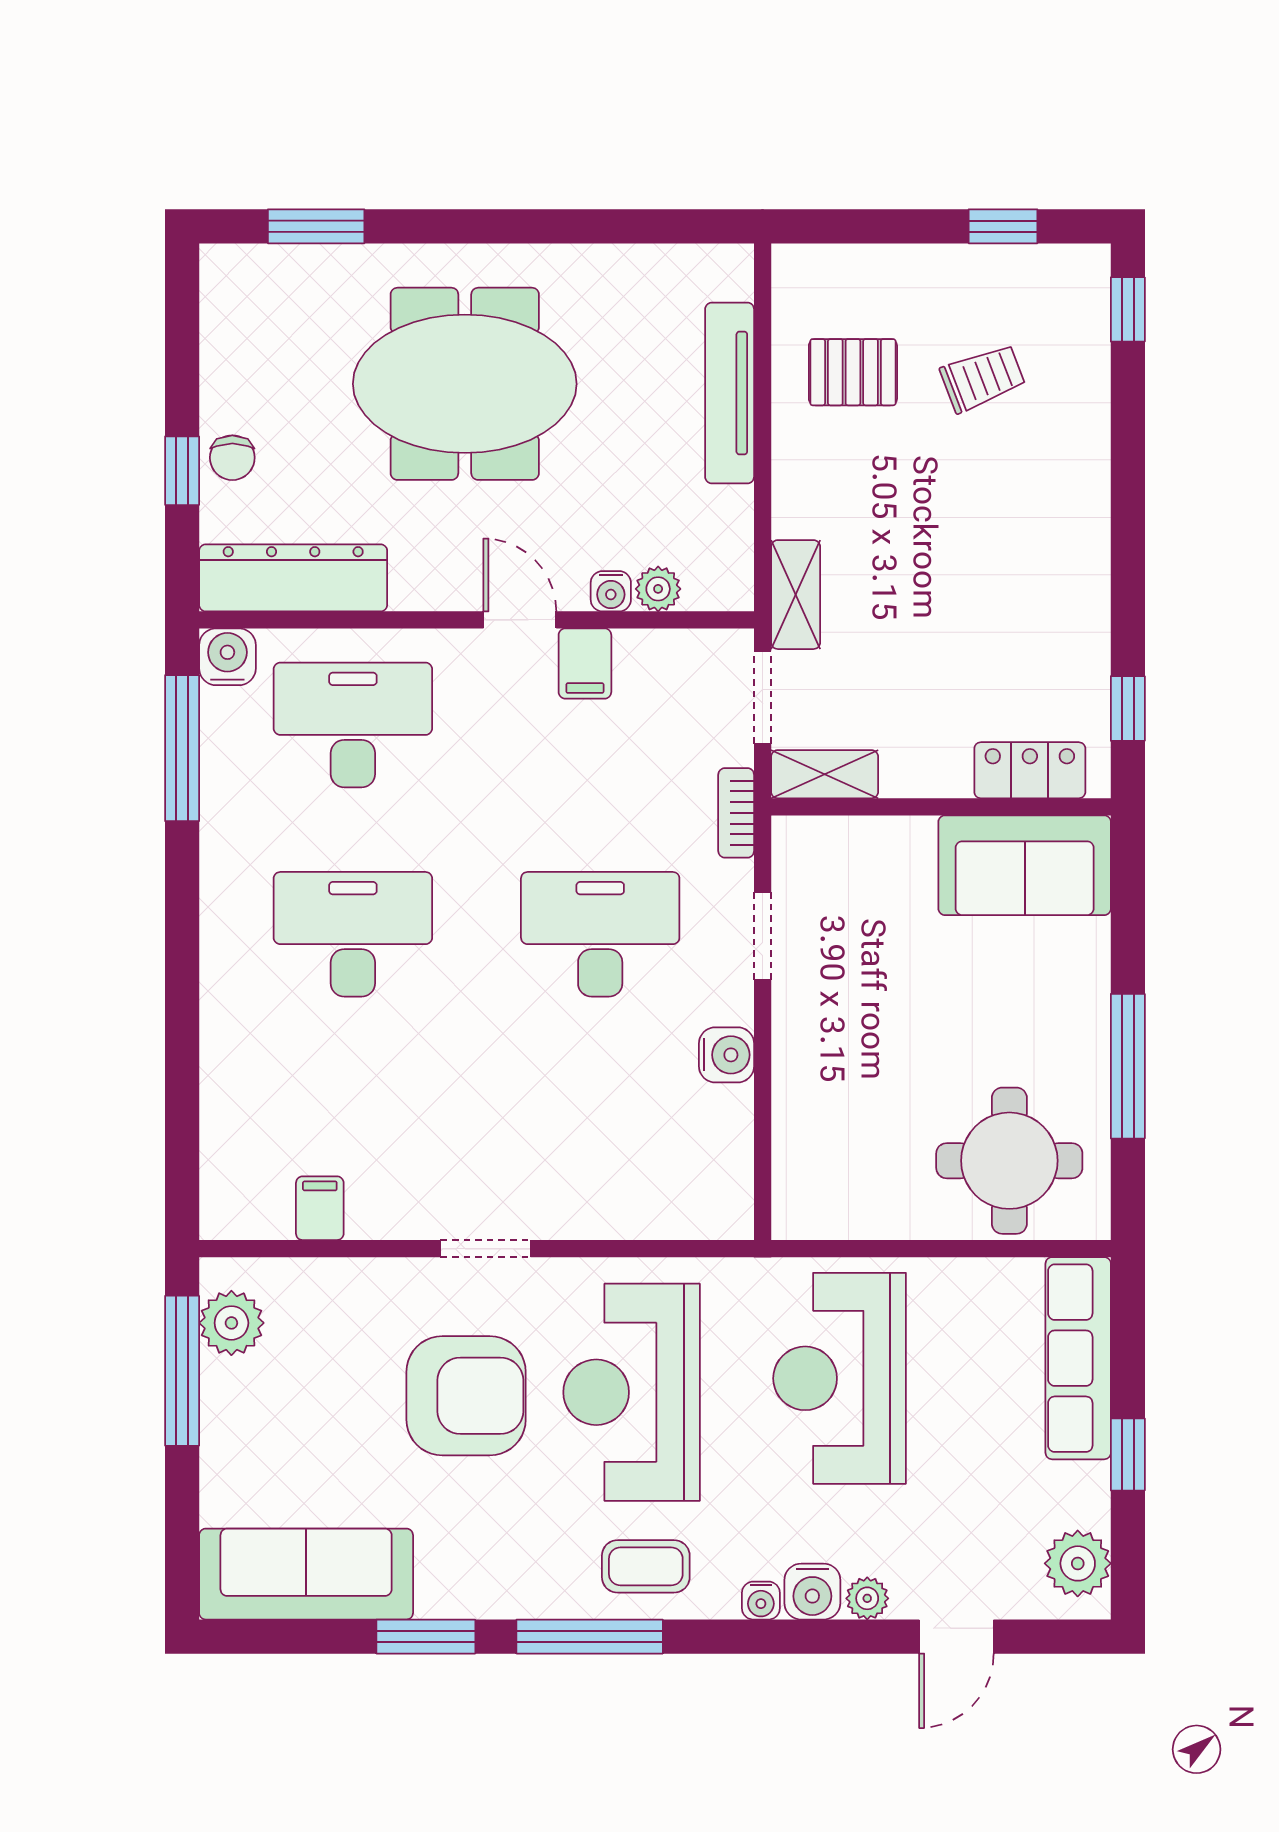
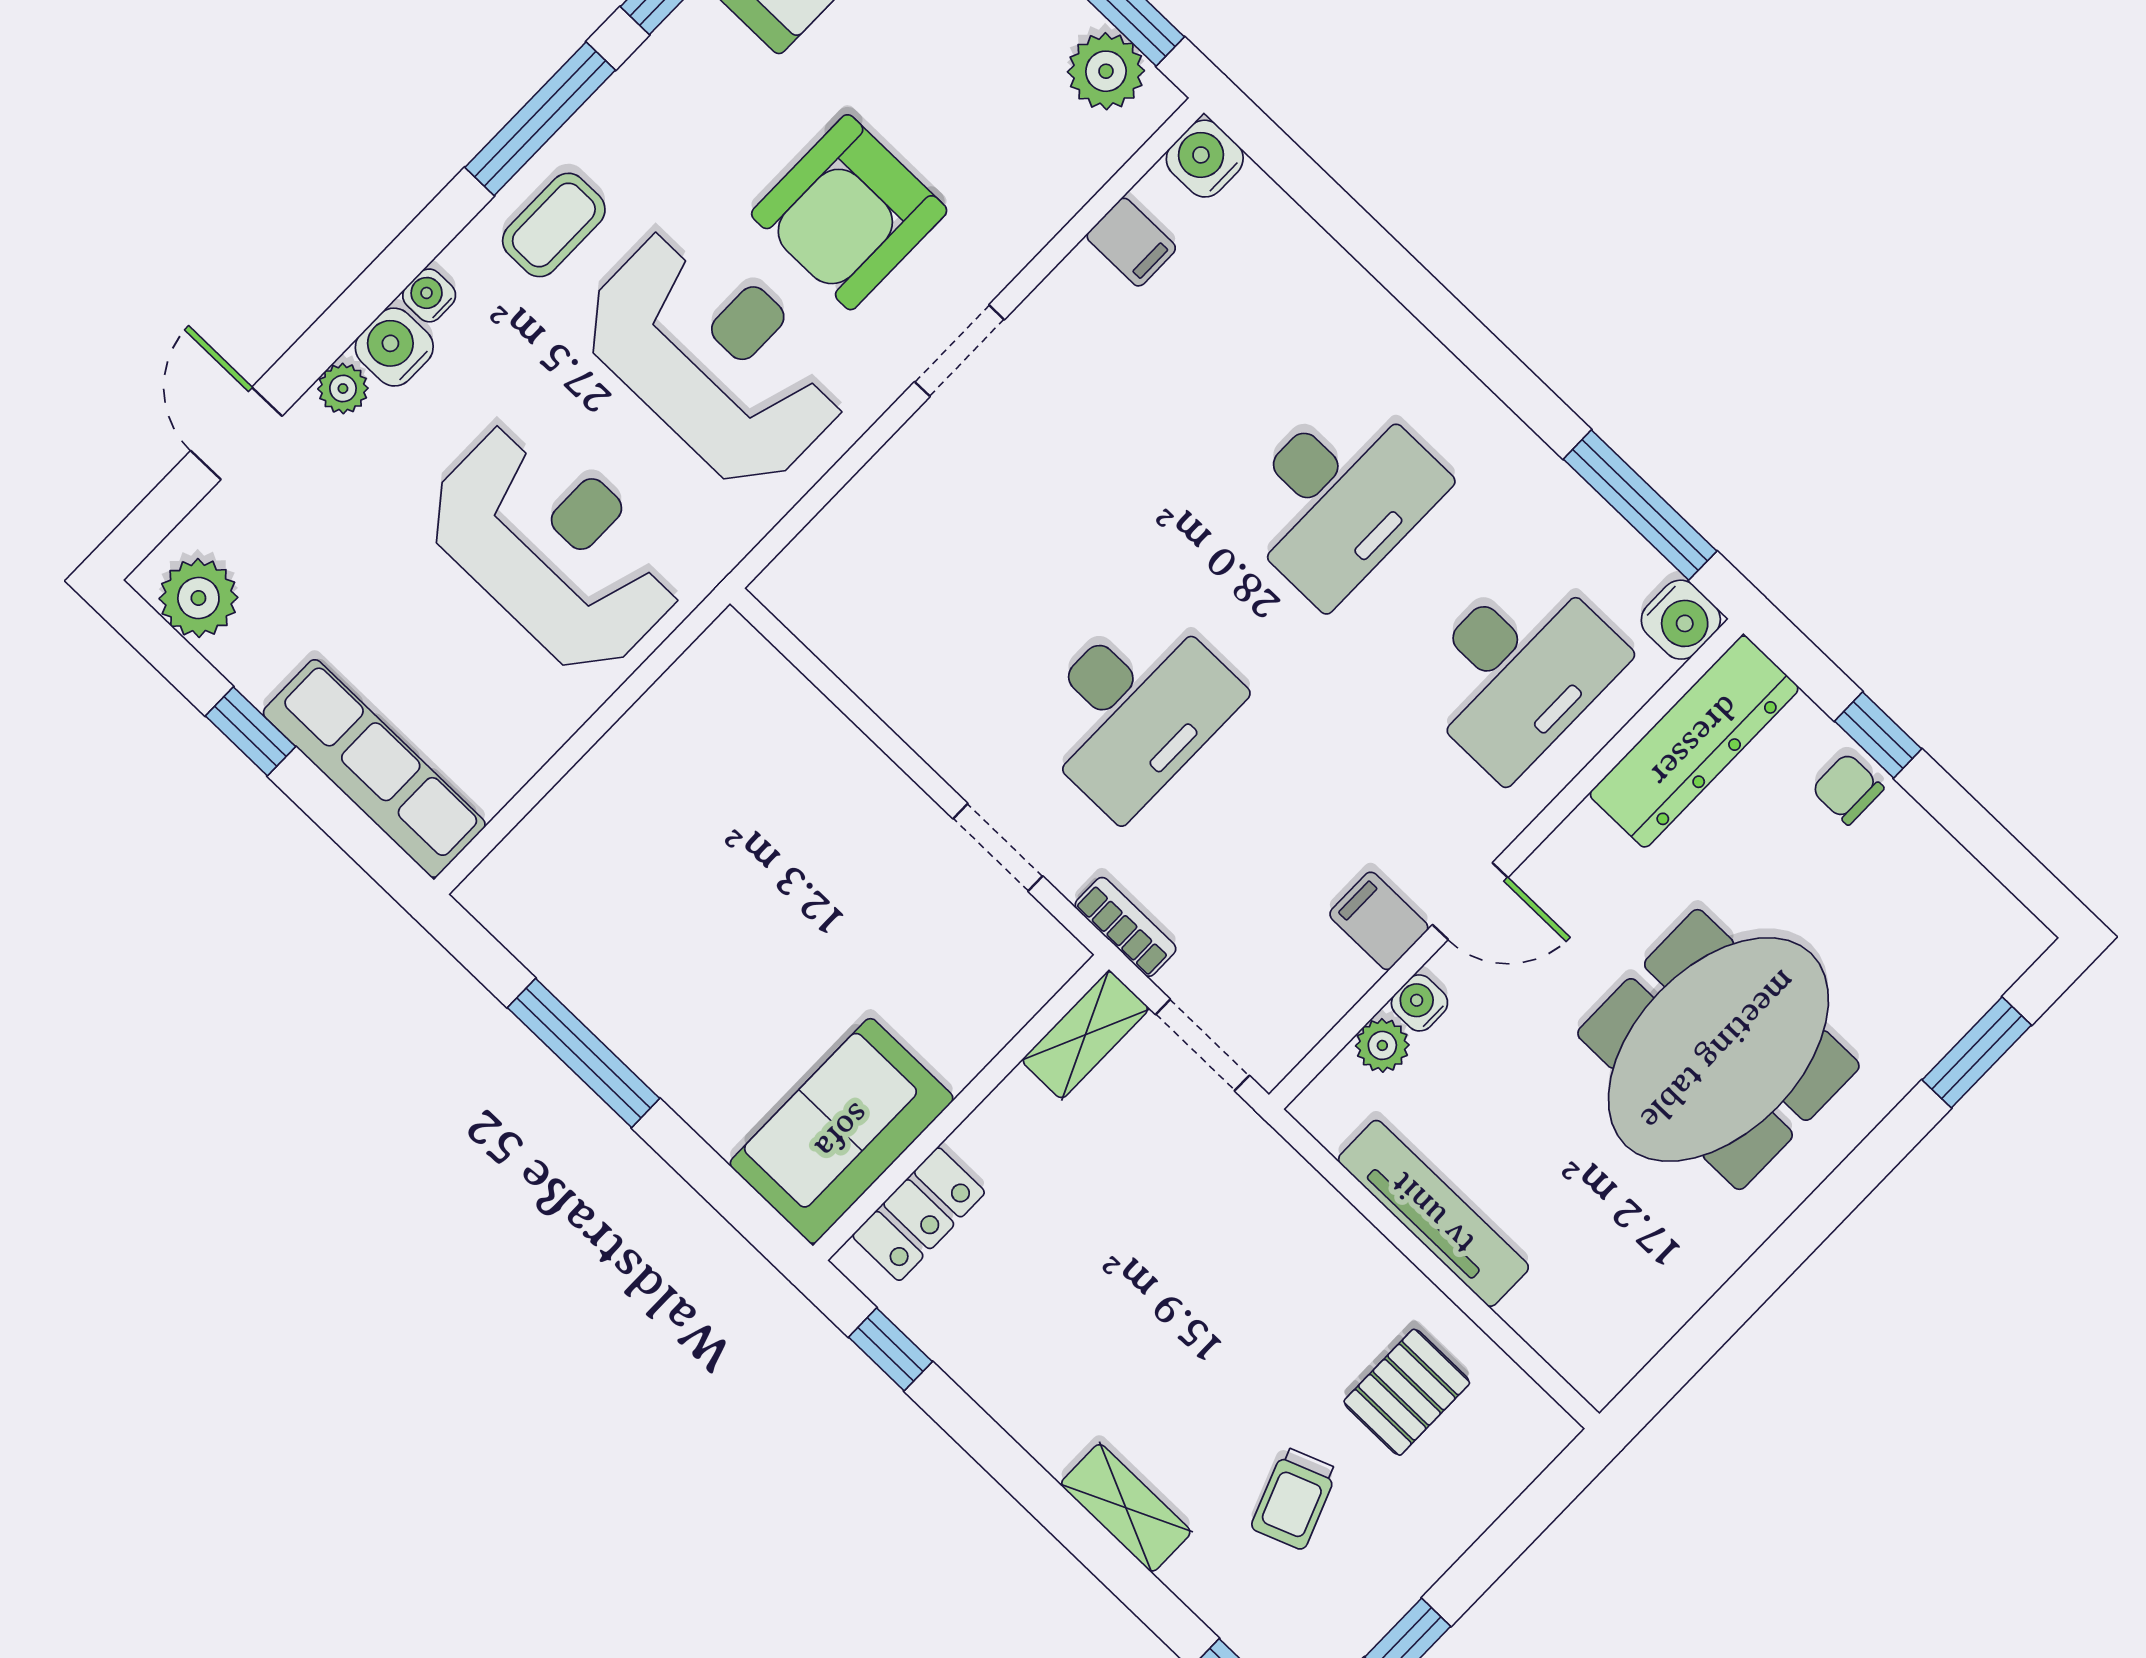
tv unit: (730, 393) -> (1433, 1213), moved
shelving: (796, 595) -> (1126, 1508), moved
water cooler: (726, 1055) -> (1205, 159), moved, turned 90
round table: (1009, 1161) -> (601, 873), removed

